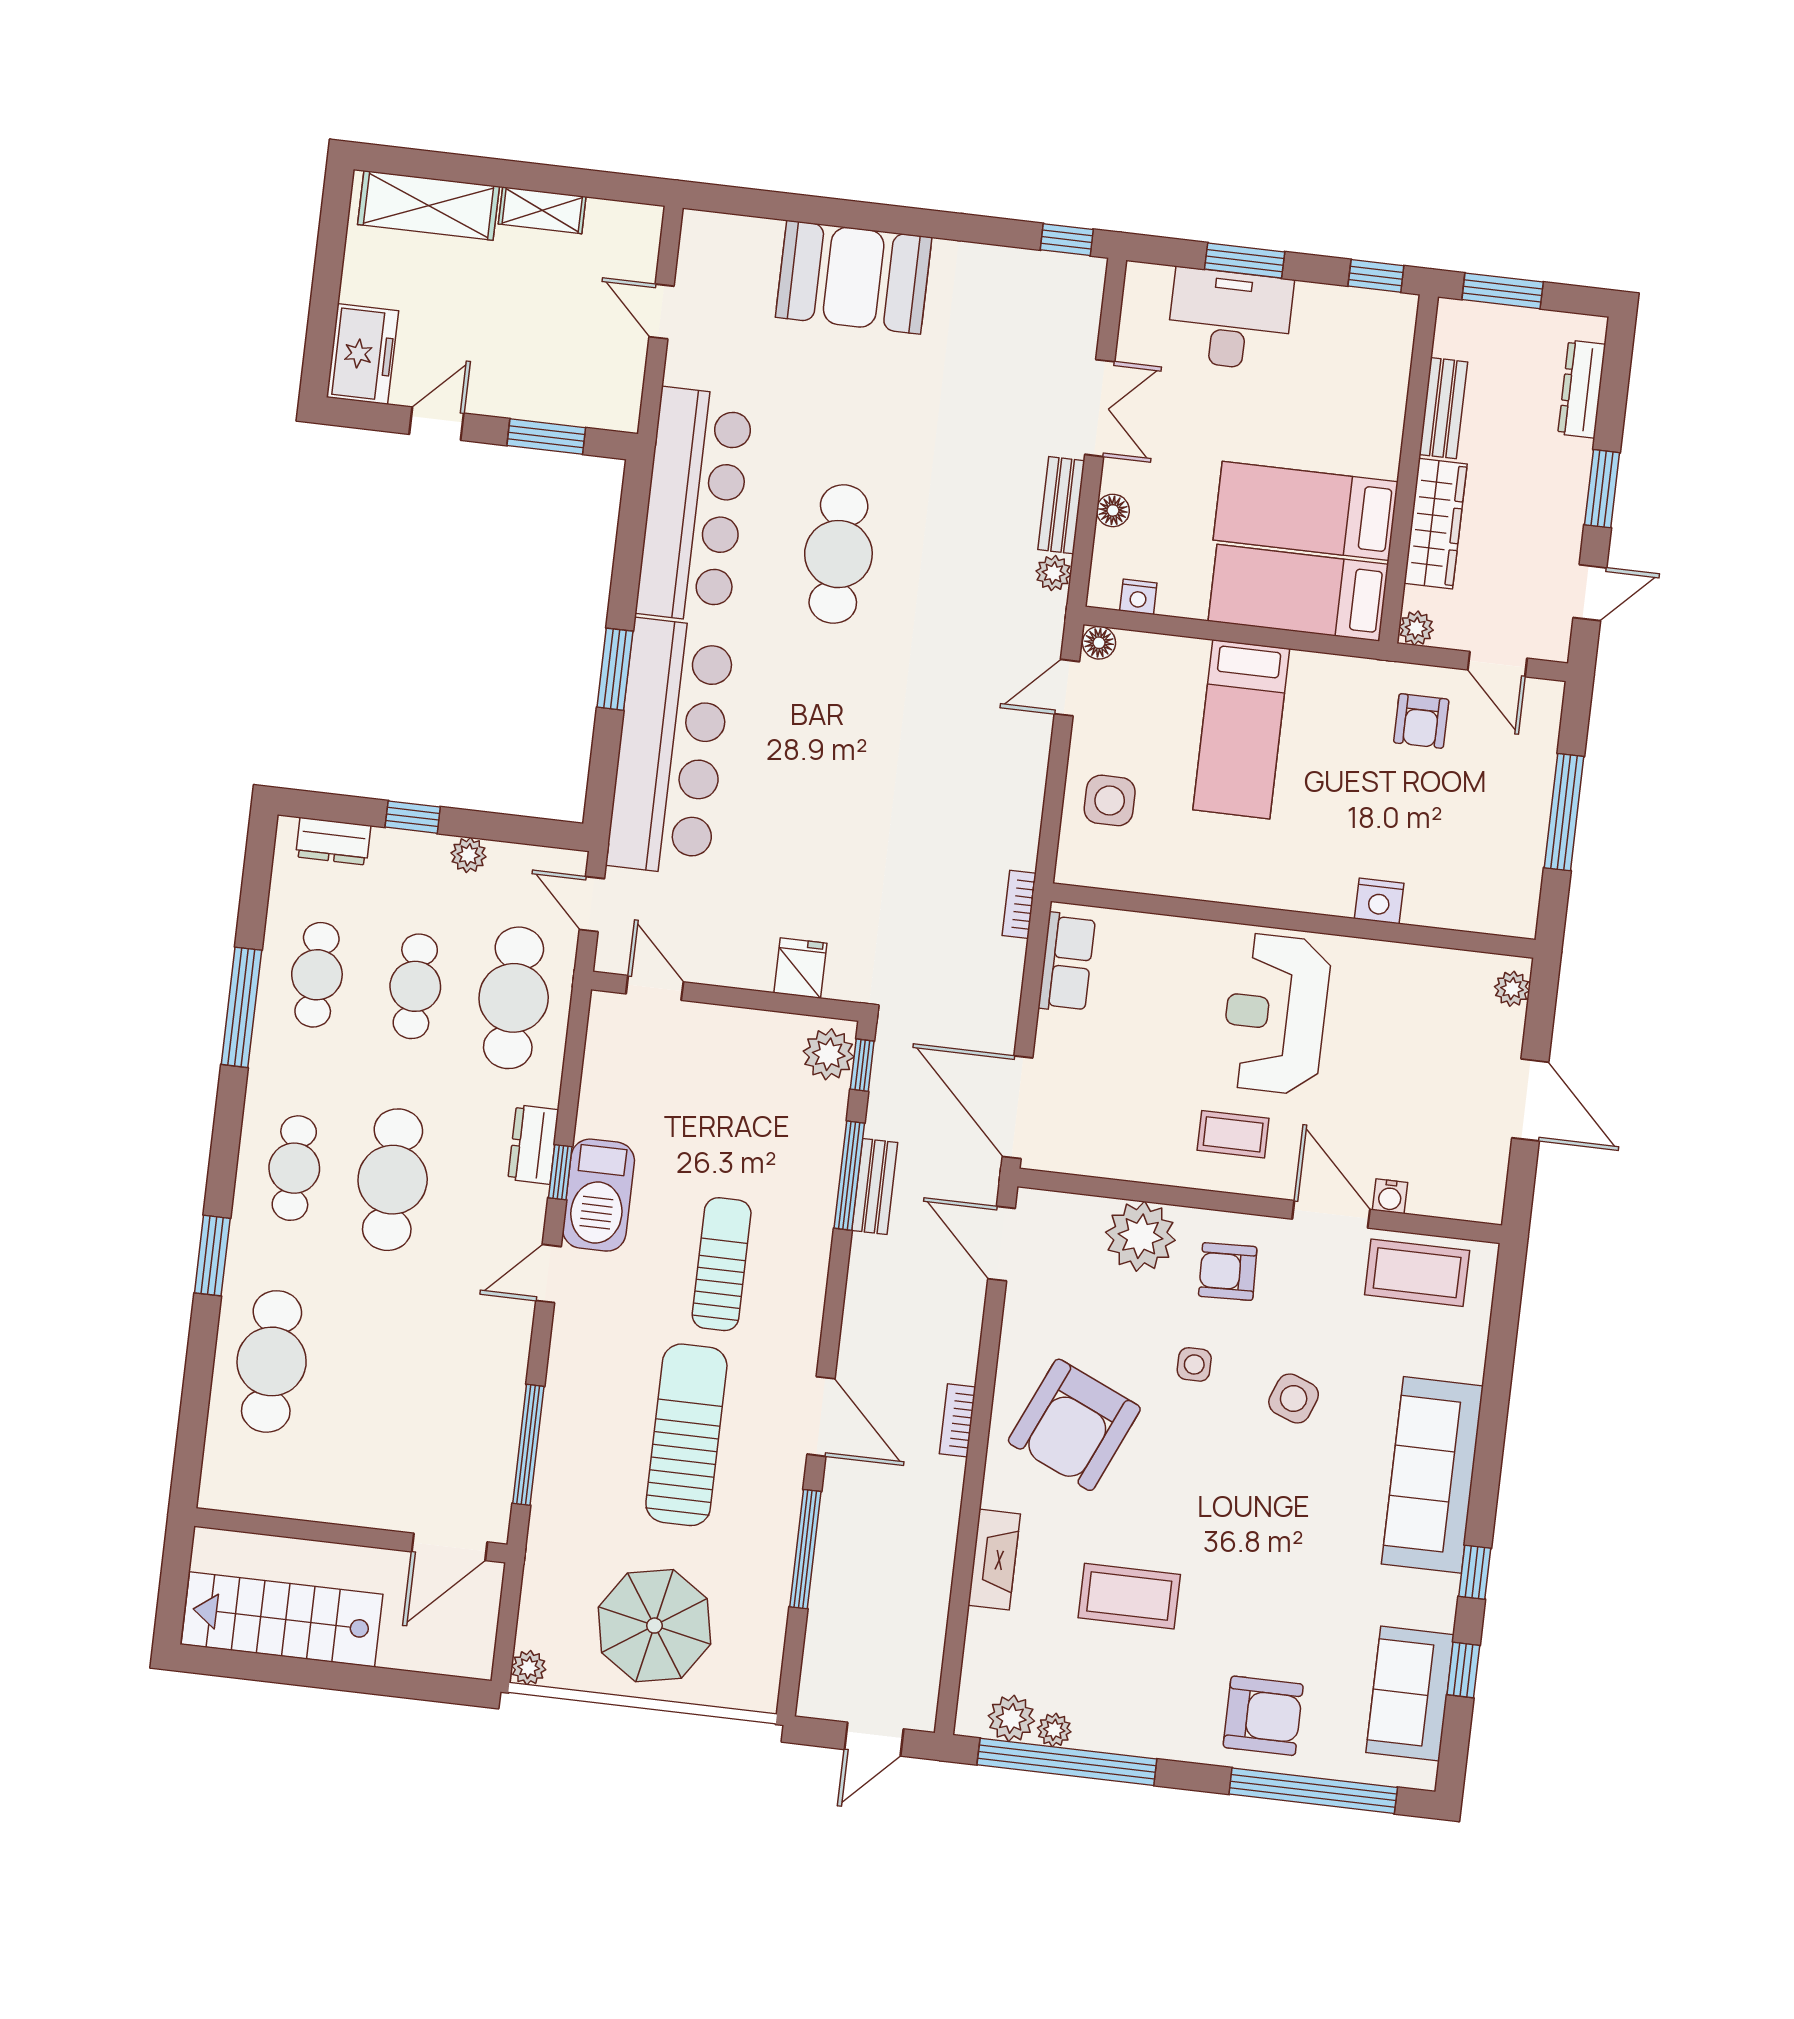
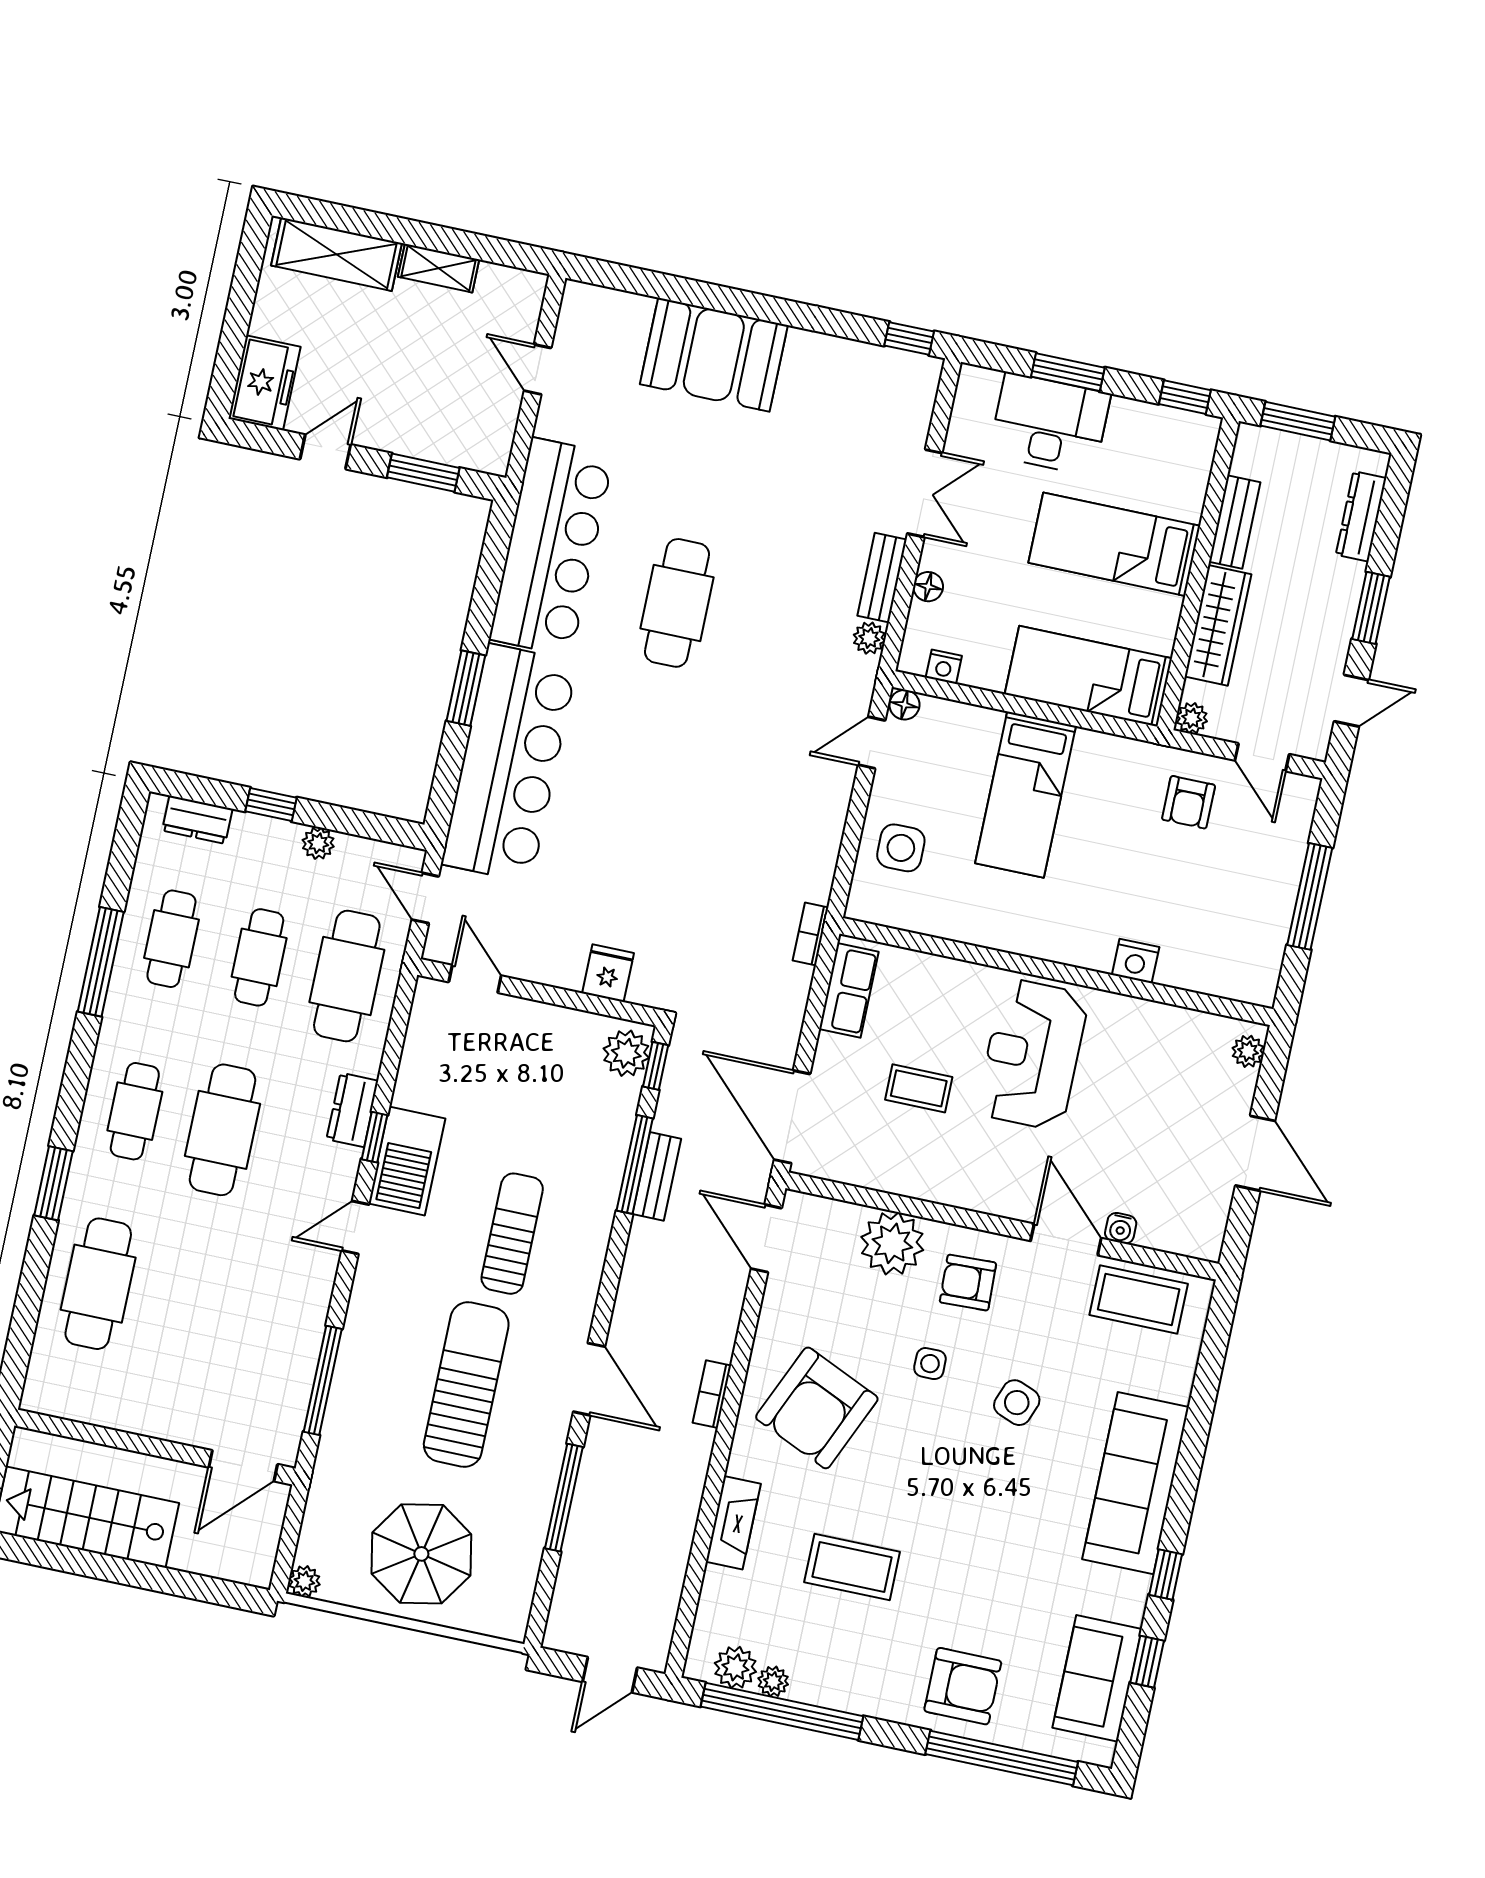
bed: (1306, 511) -> (1114, 544), moved
coffee table: (1233, 1134) -> (919, 1088), moved

